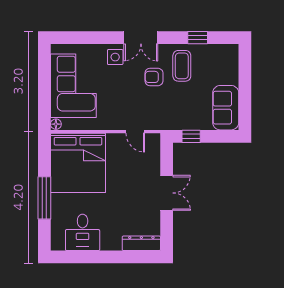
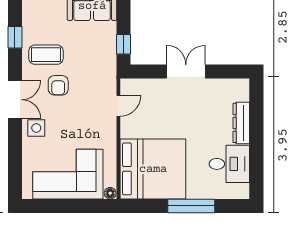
dresser: (141, 243) -> (241, 123), moved

